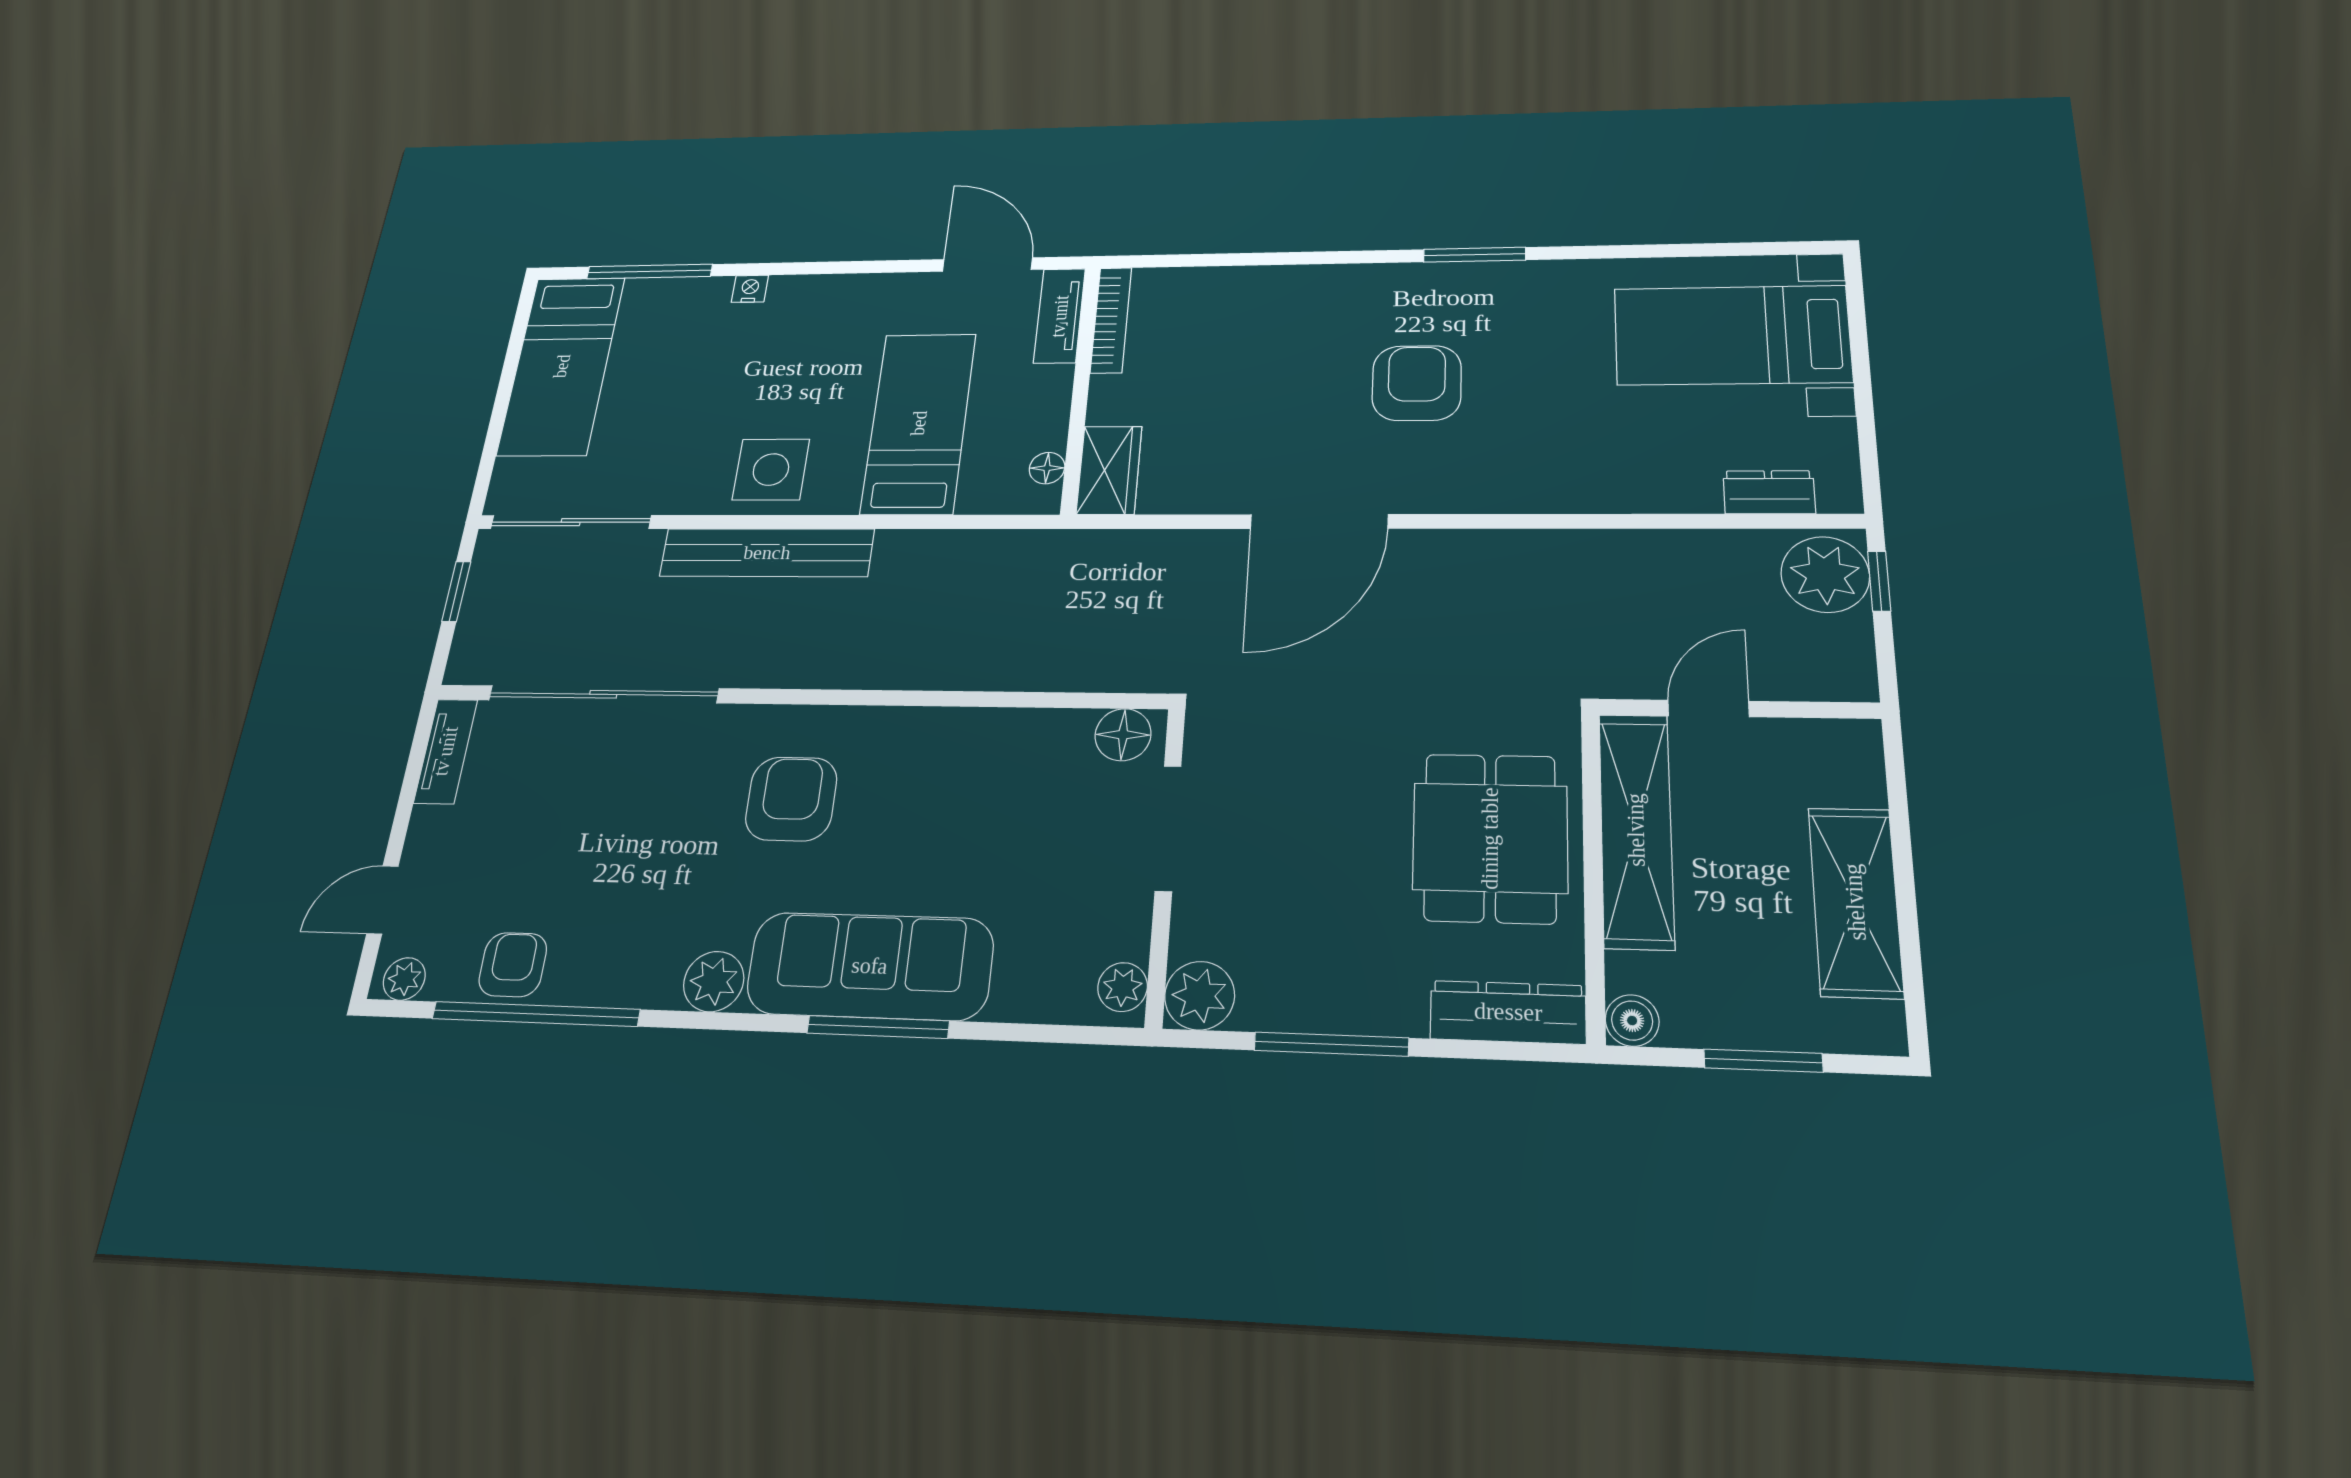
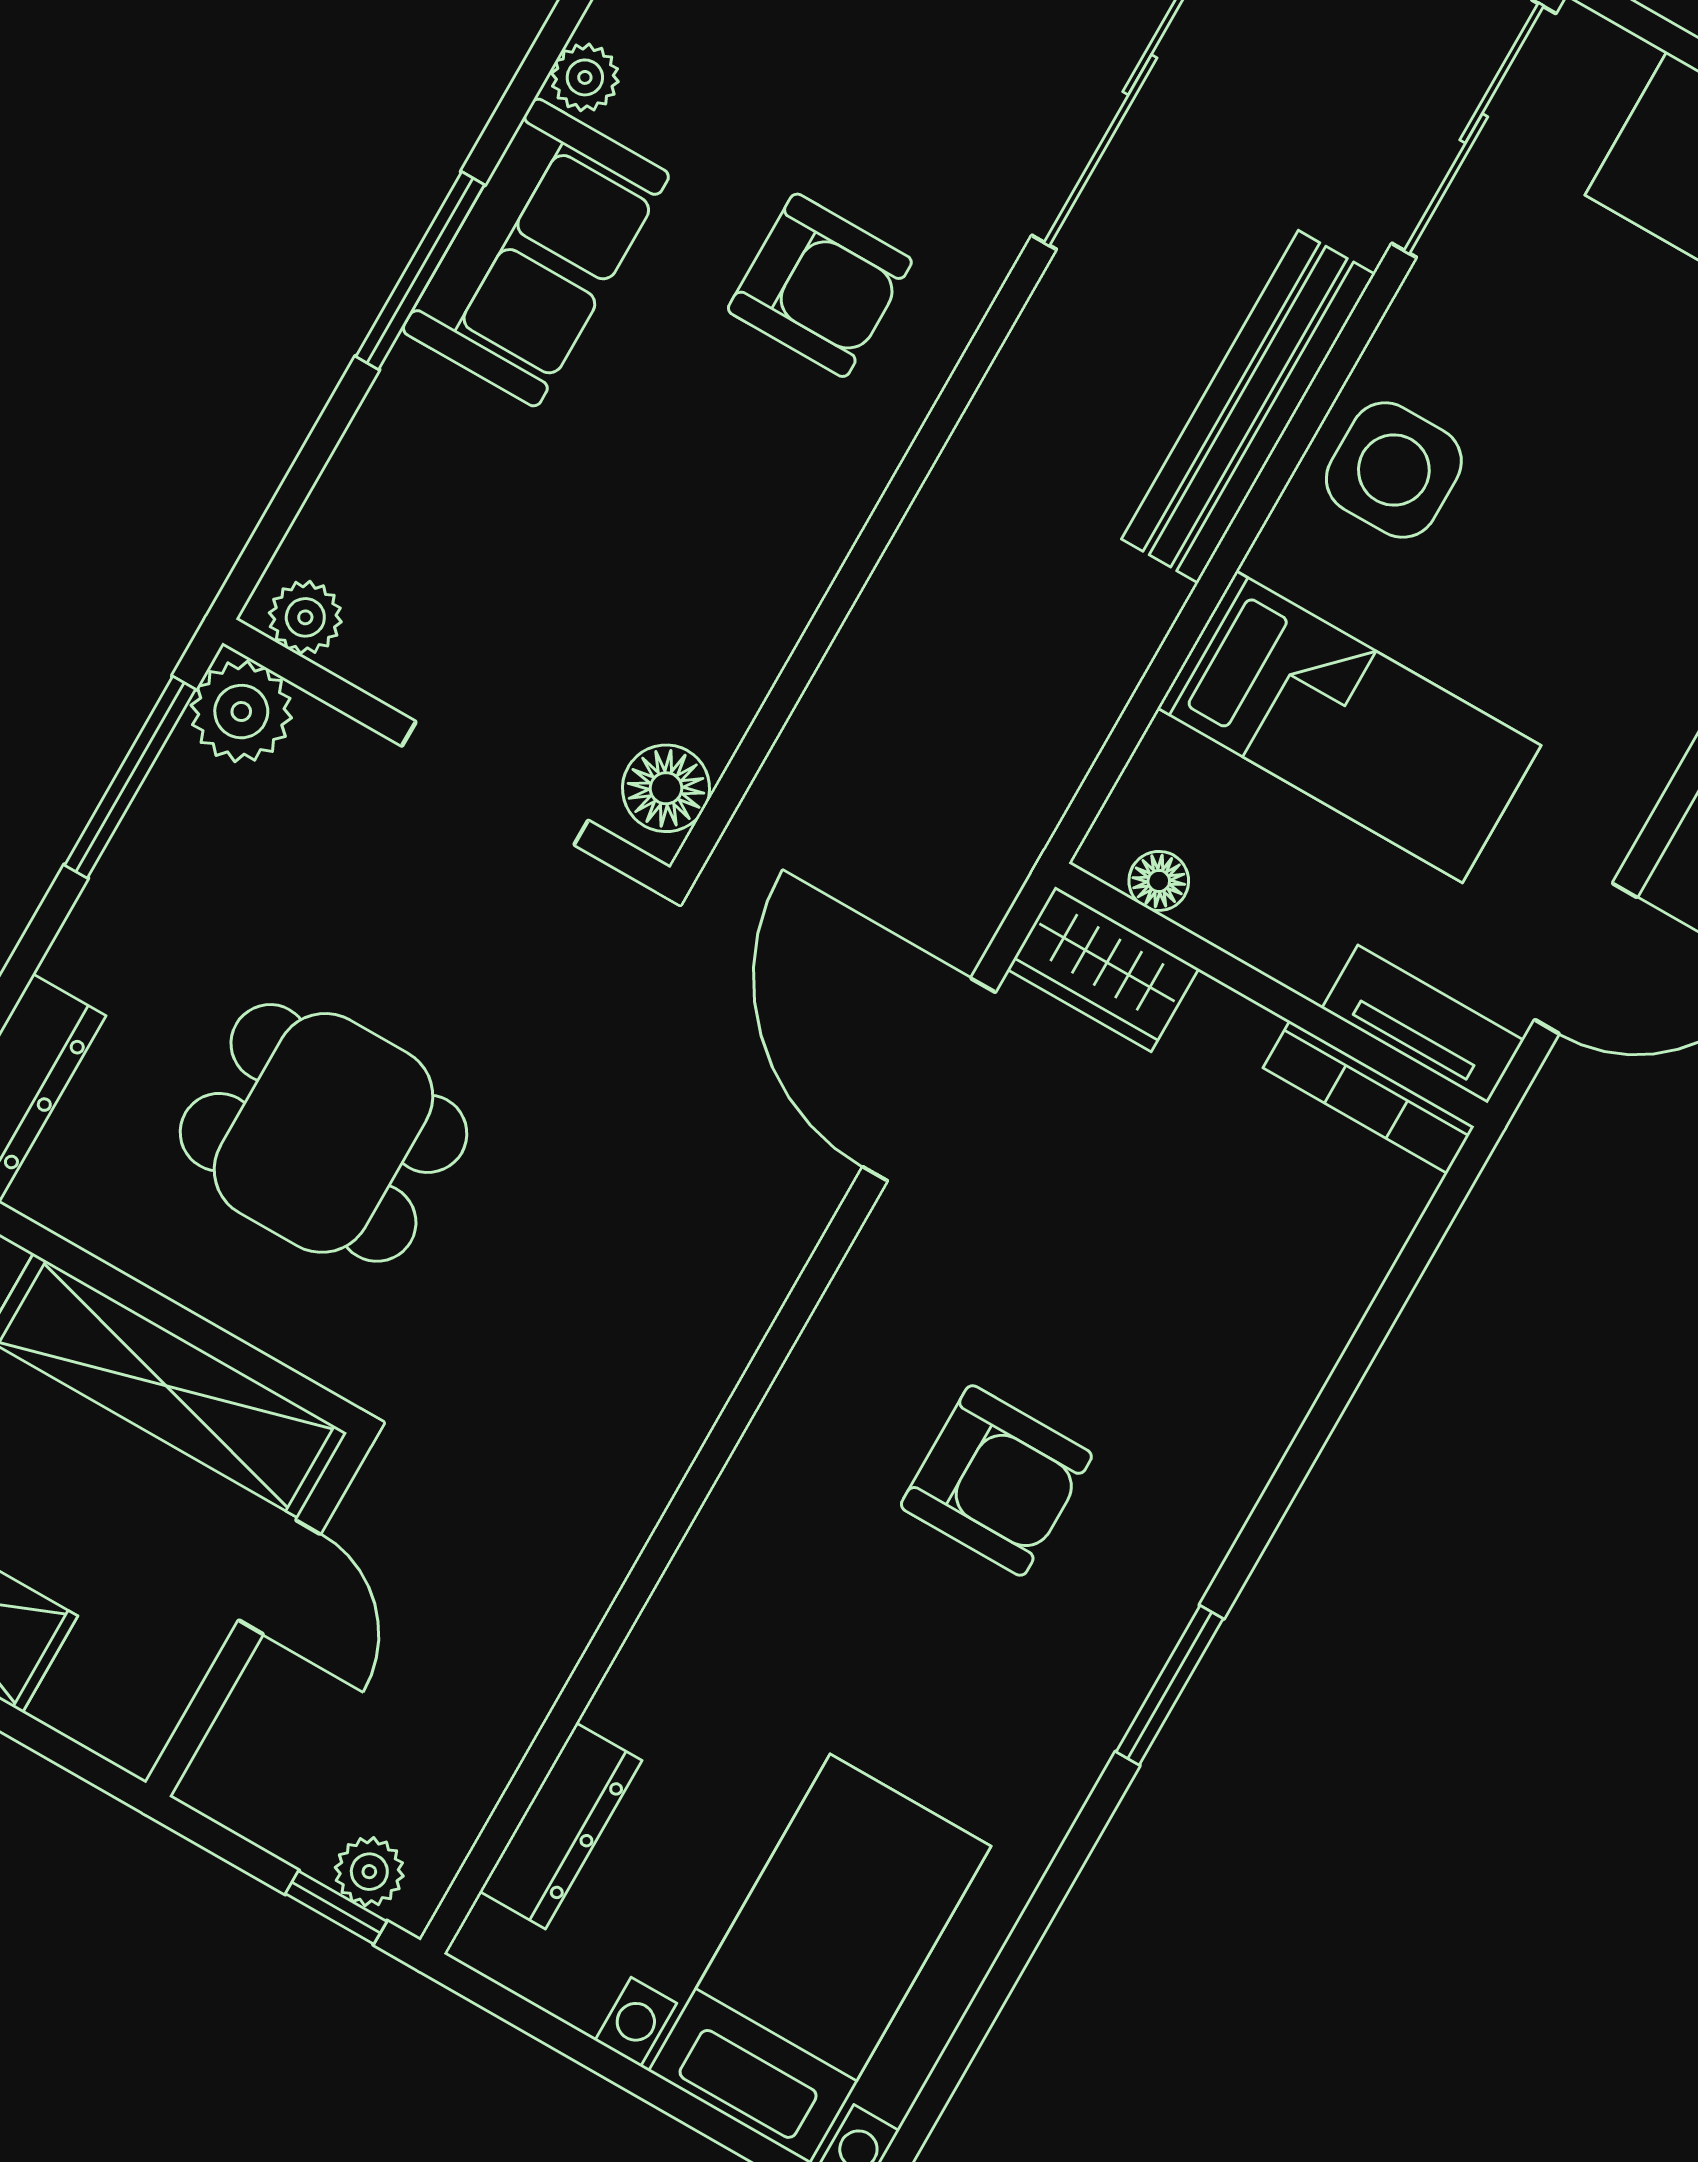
dresser: (1769, 492) -> (561, 1826), width x1.44
door: (1319, 522) -> (929, 1080), moved
plant: (1825, 574) -> (369, 1872), width x0.53, depth x0.53
dining table: (1490, 838) -> (323, 1133), moved
sofa: (870, 966) -> (536, 253), width x0.73
plant: (714, 981) -> (585, 77), width x0.73, depth x0.73
window: (1331, 1044) -> (130, 777), moved

